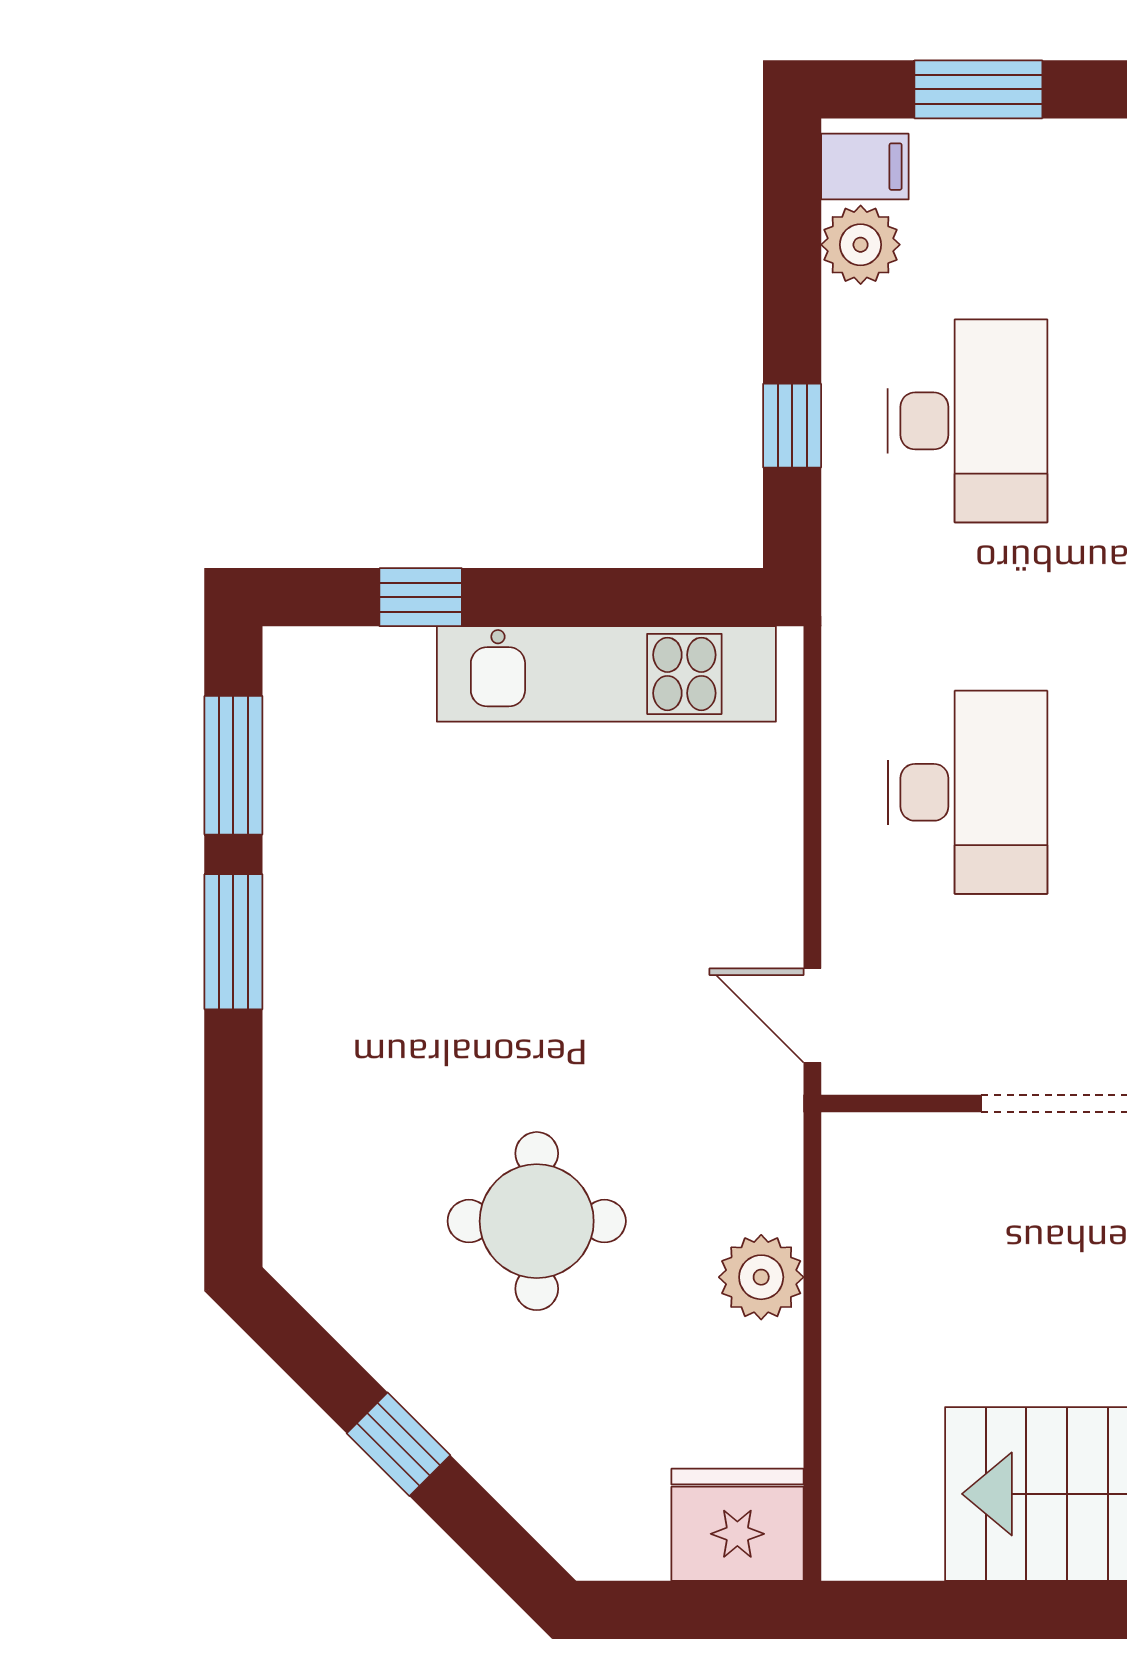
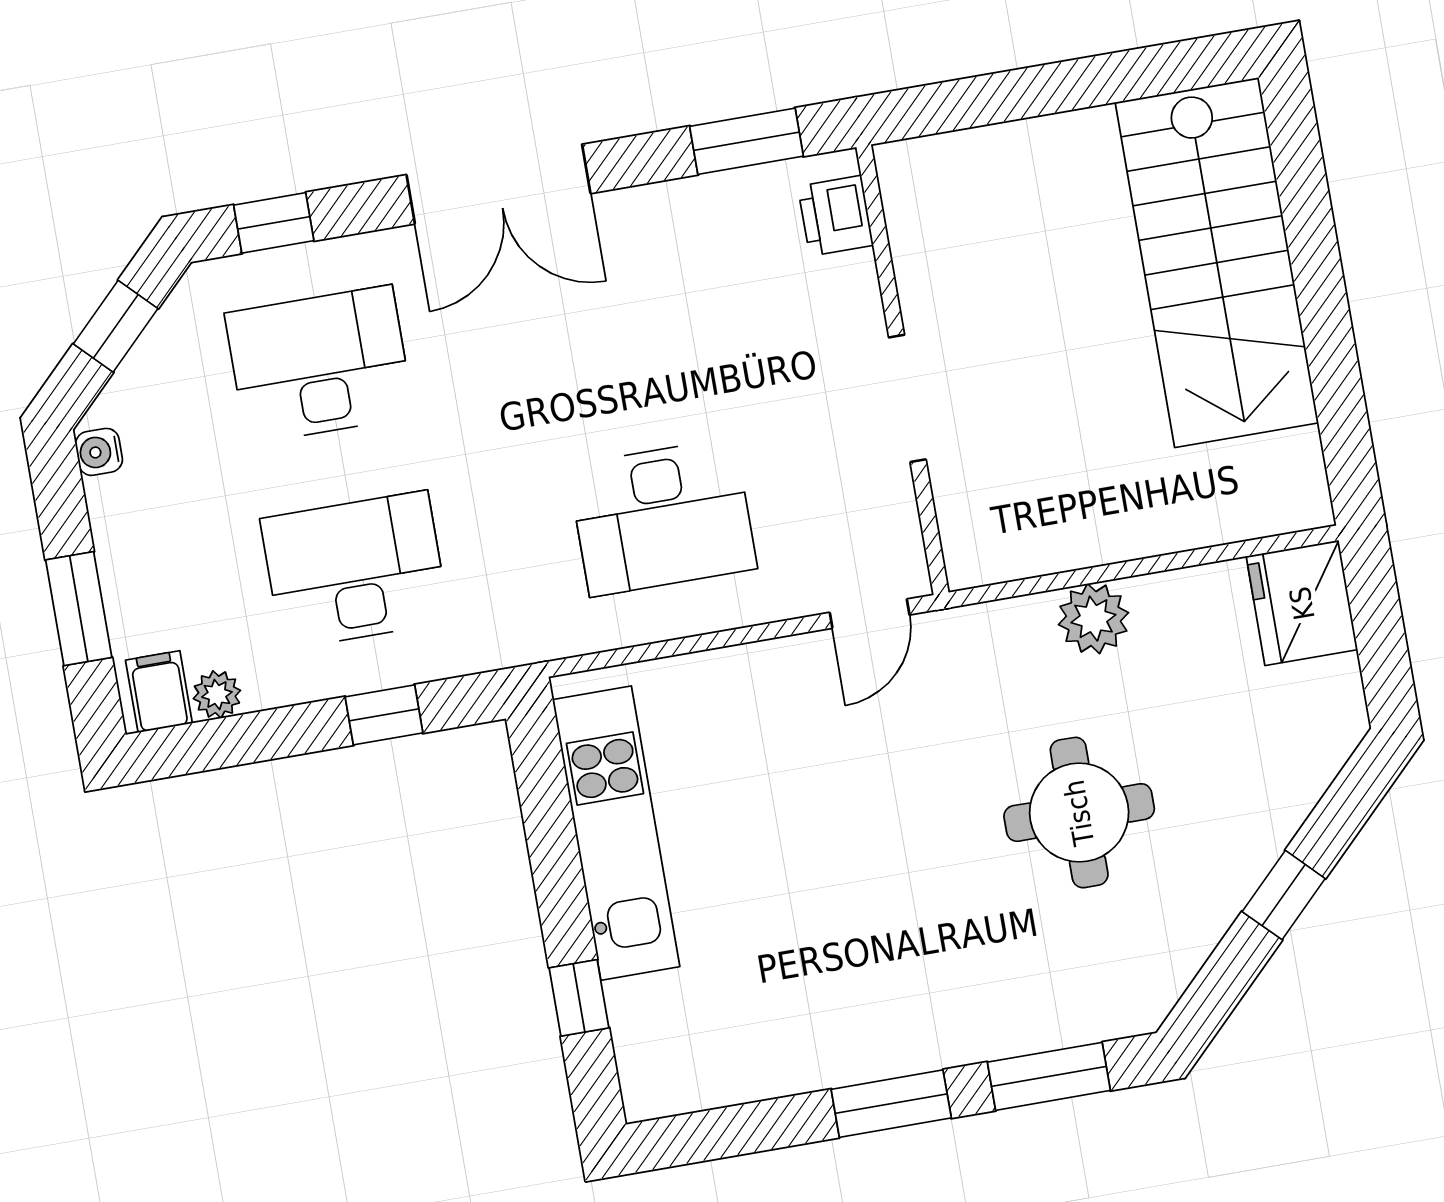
plant: (861, 245) -> (217, 694), width x0.73, depth x0.73
window: (233, 765) -> (1049, 1076), moved
desk: (967, 792) -> (662, 517), turned 180

